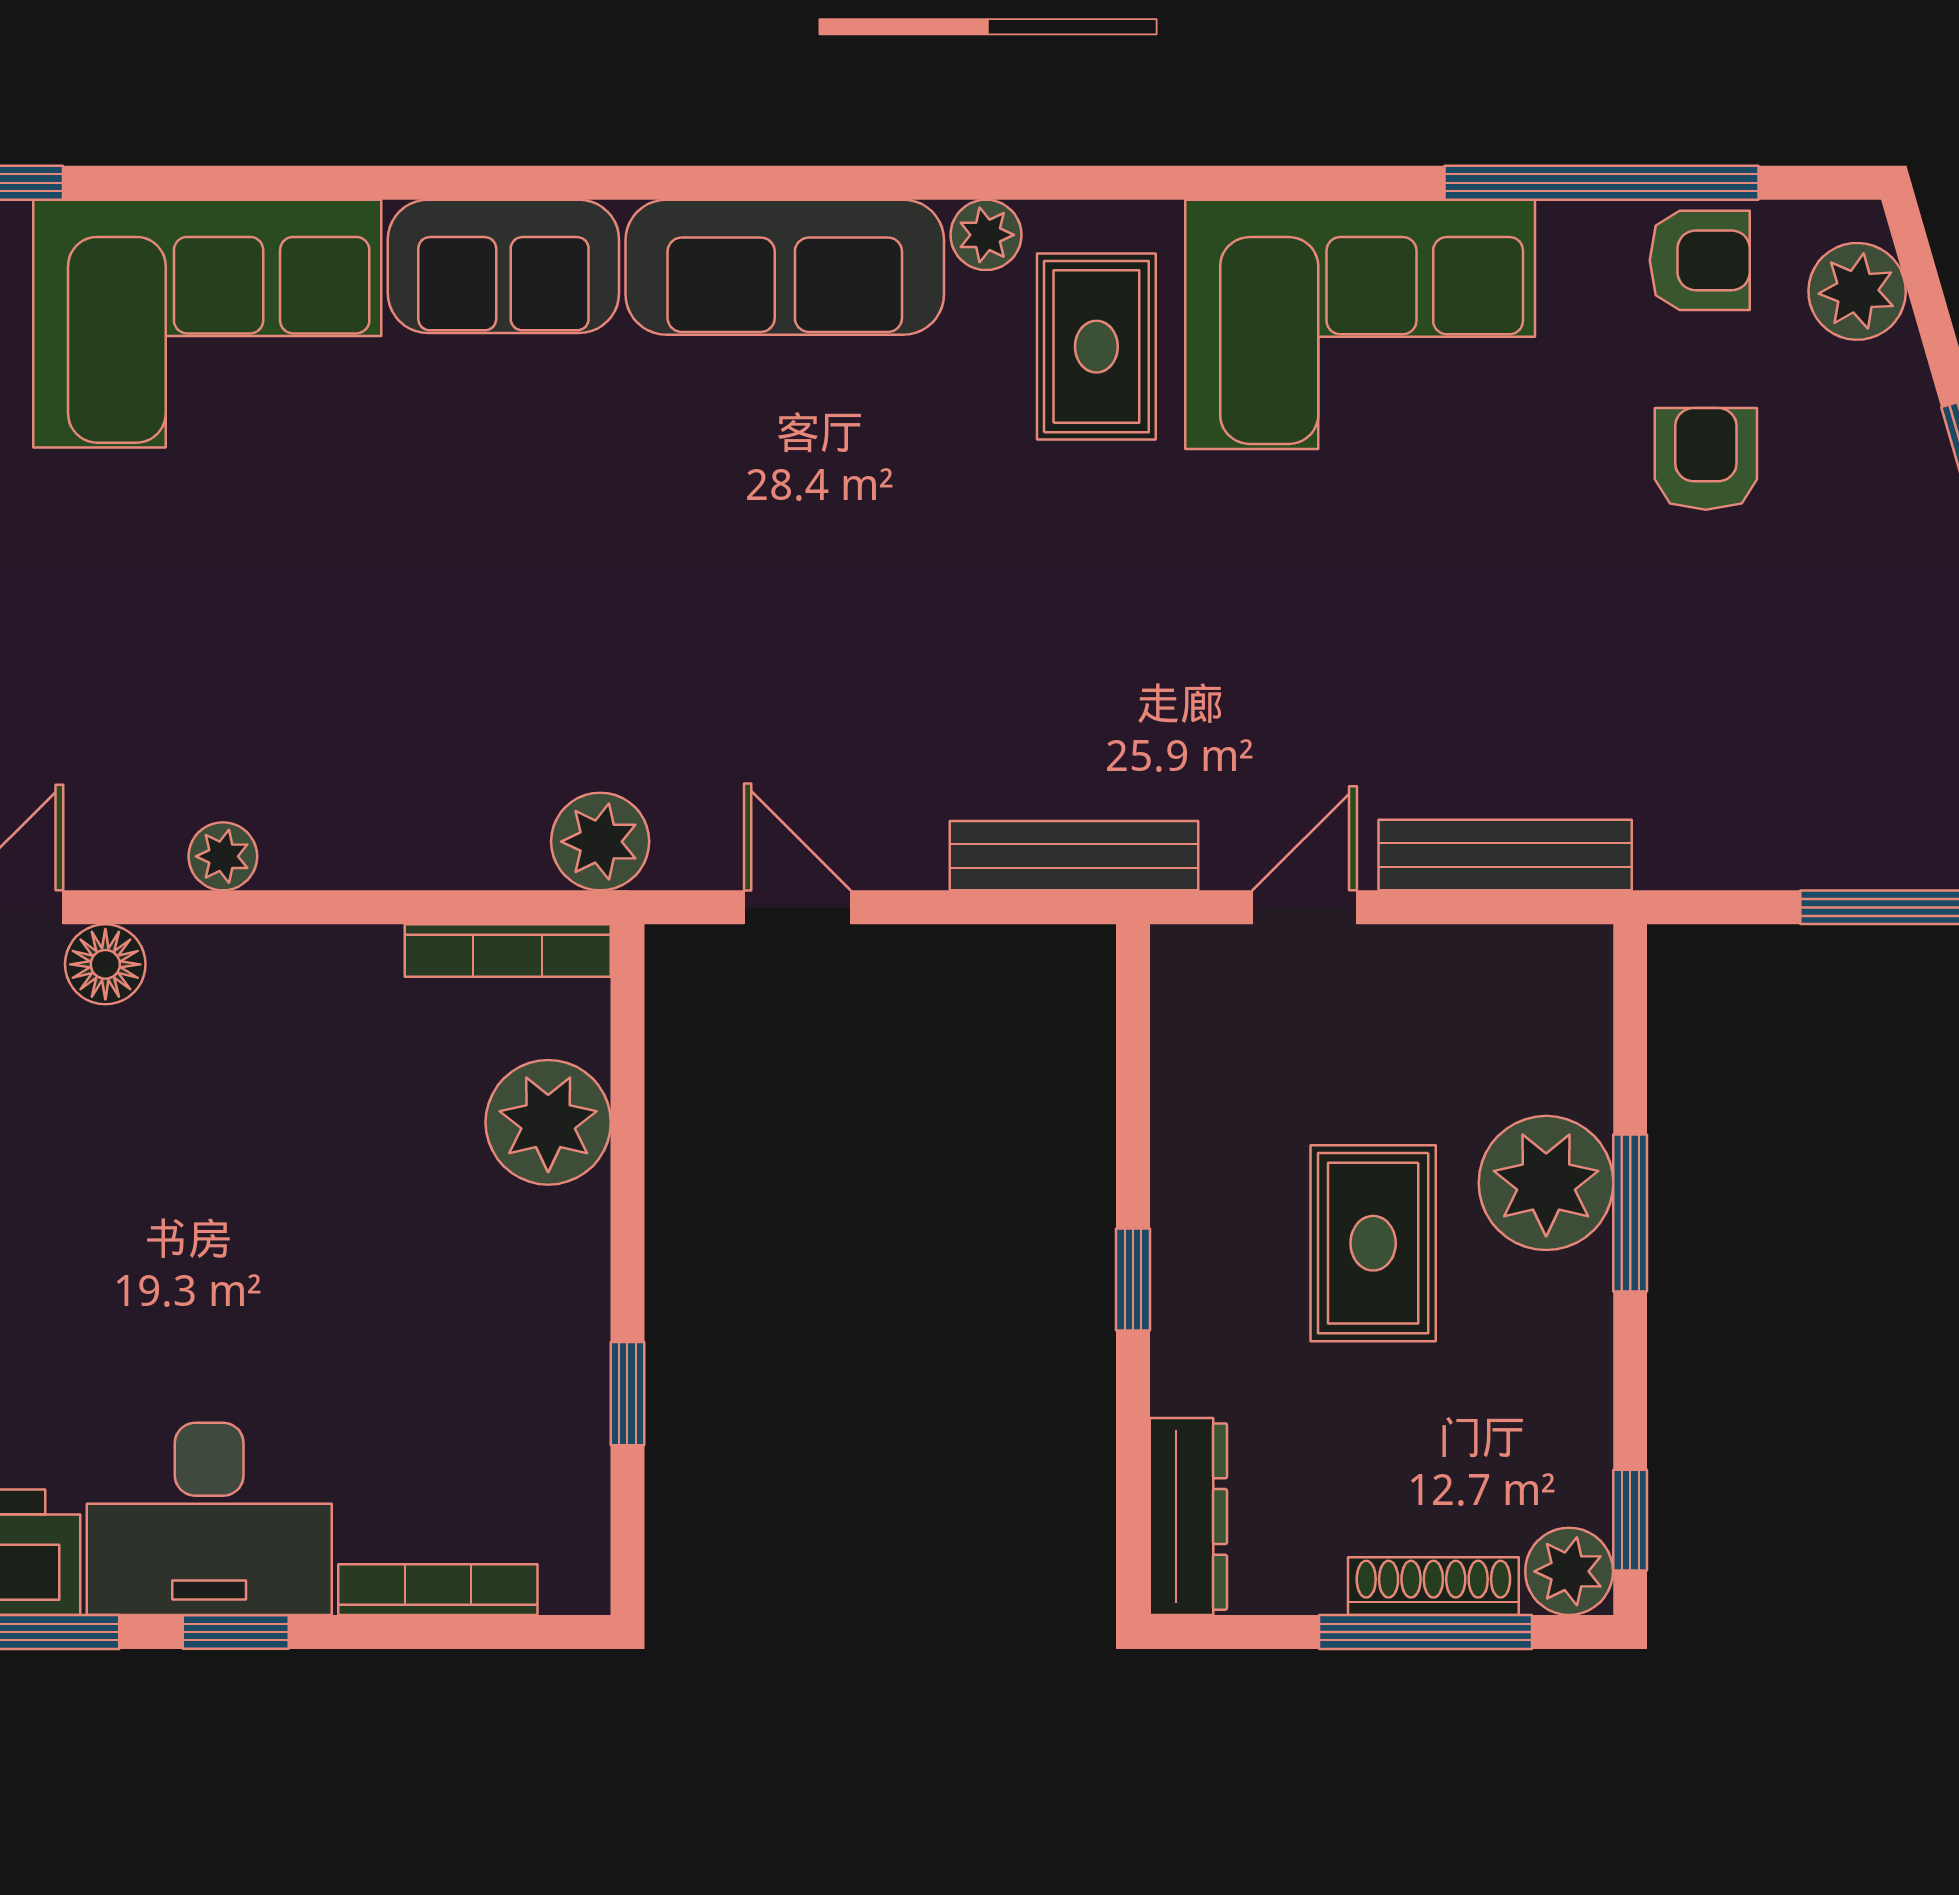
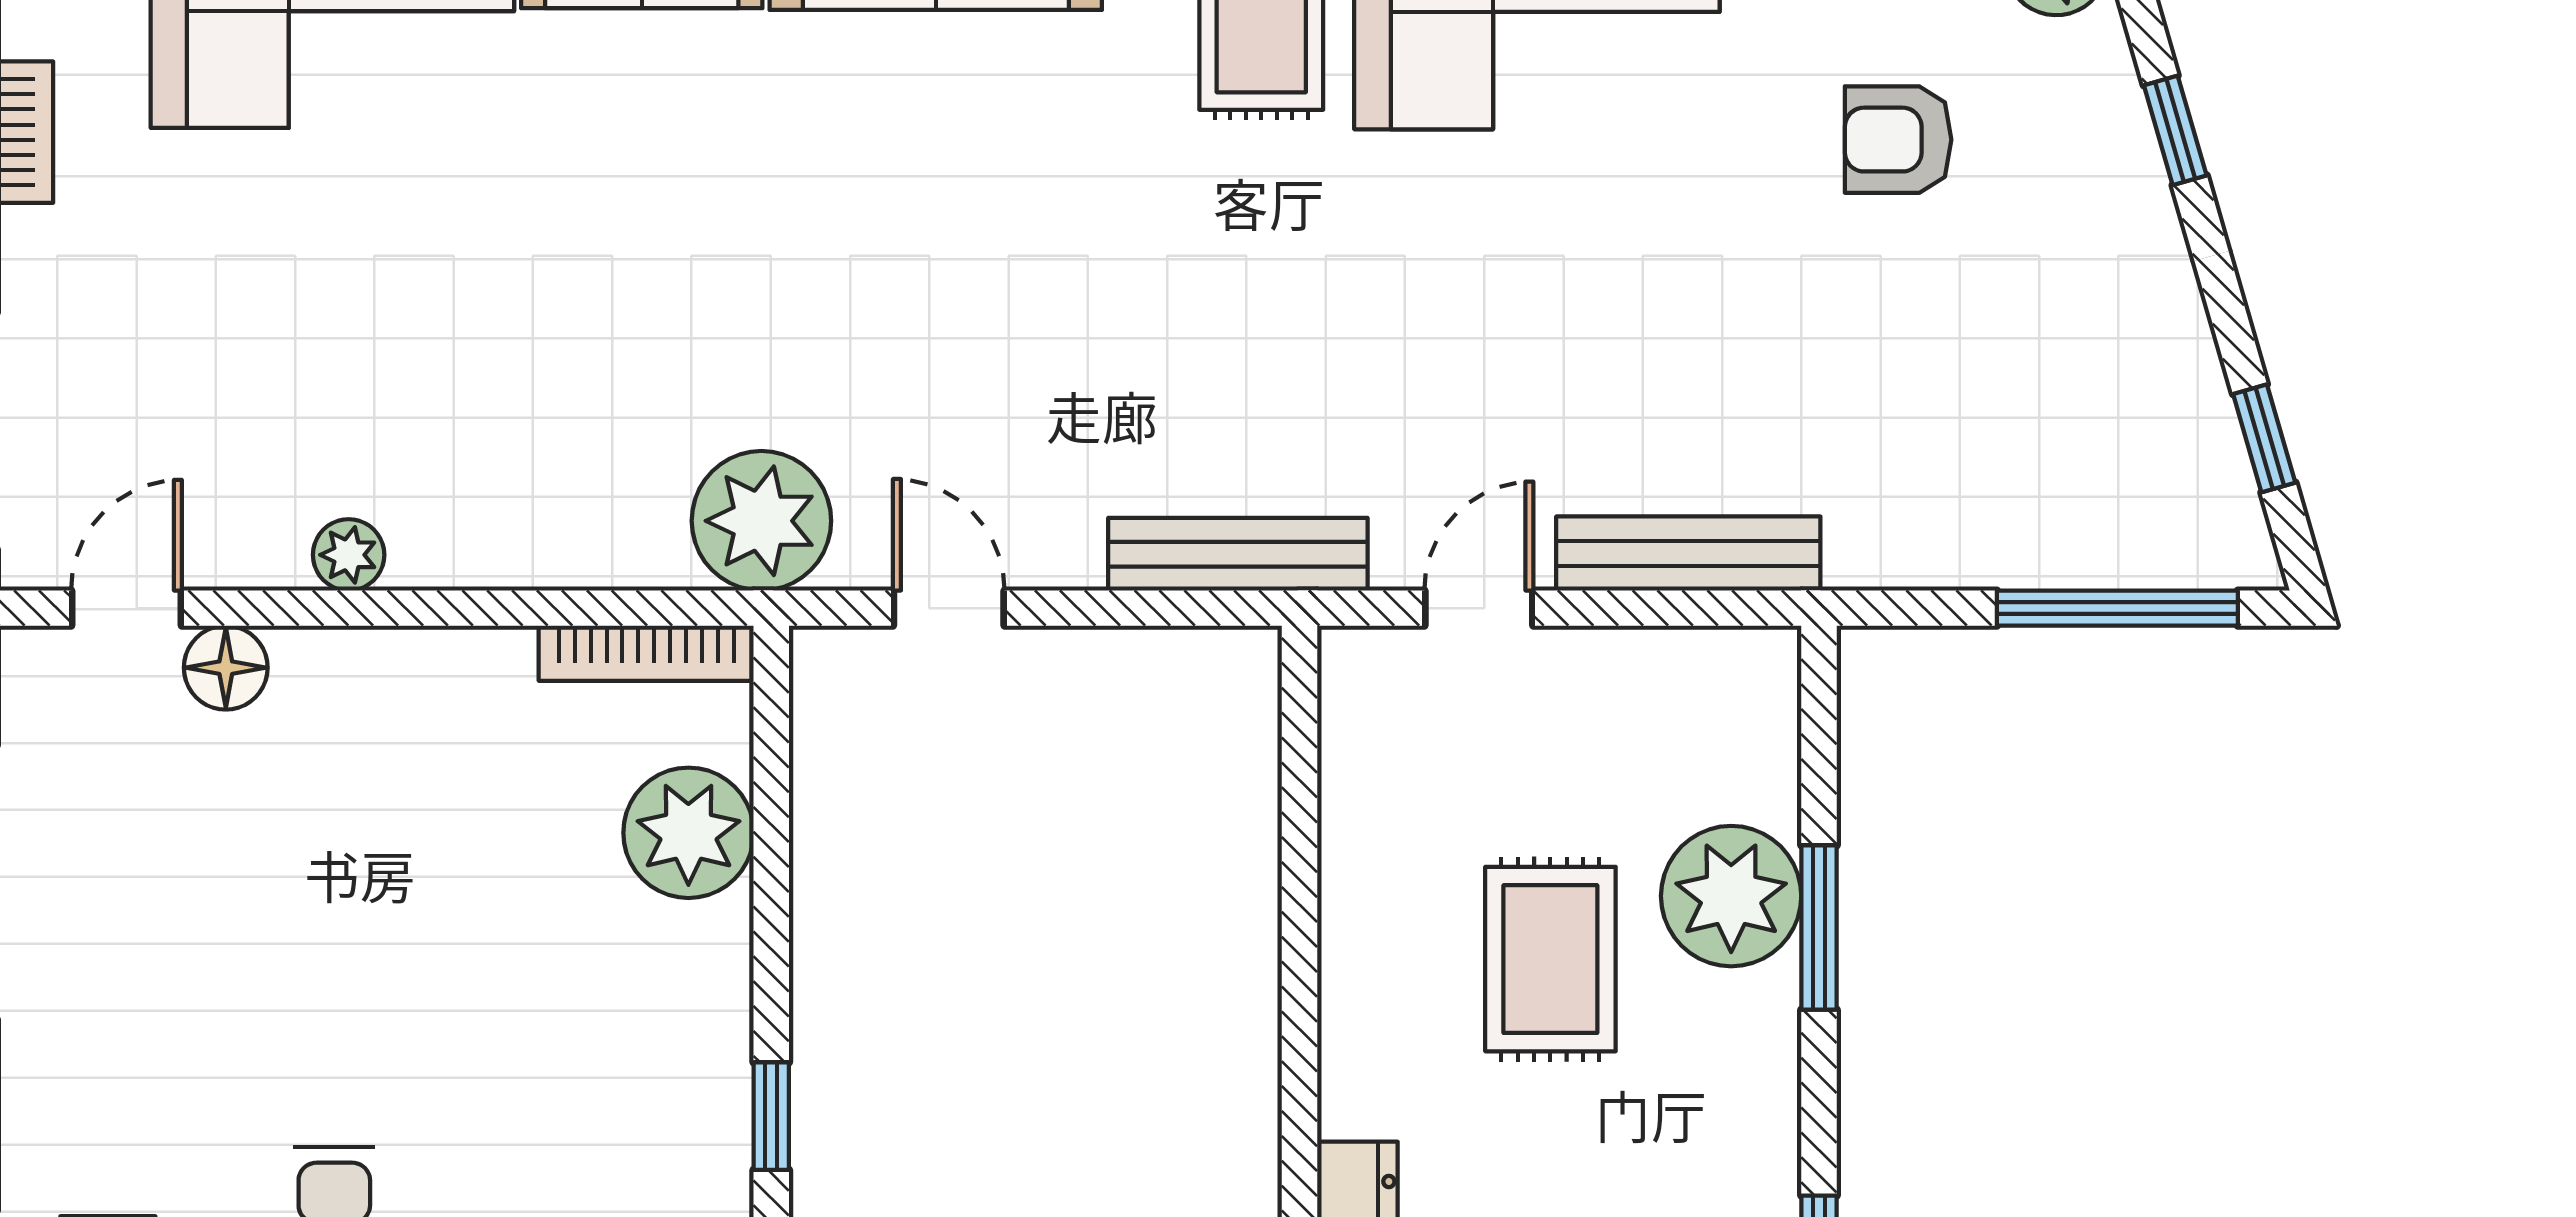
armchair: (1706, 459) -> (1898, 140), turned -90
plant: (600, 842) -> (761, 521), width x1.36, depth x1.36
window: (1133, 1279) -> (1300, 997), removed

